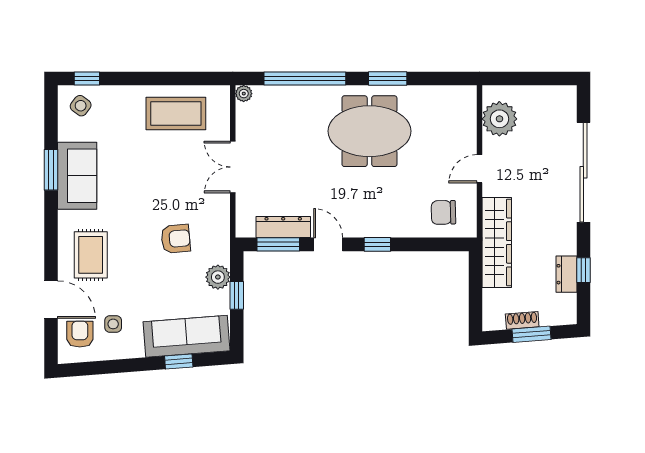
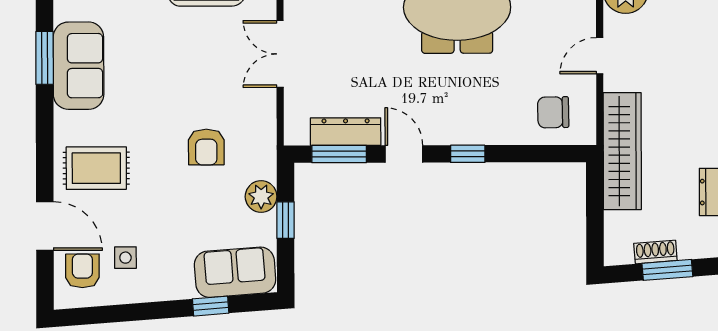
armchair: (176, 239) -> (206, 147), turned 95
rug: (91, 255) -> (96, 168), turned 90
sofa: (187, 336) -> (235, 272), width x0.73

